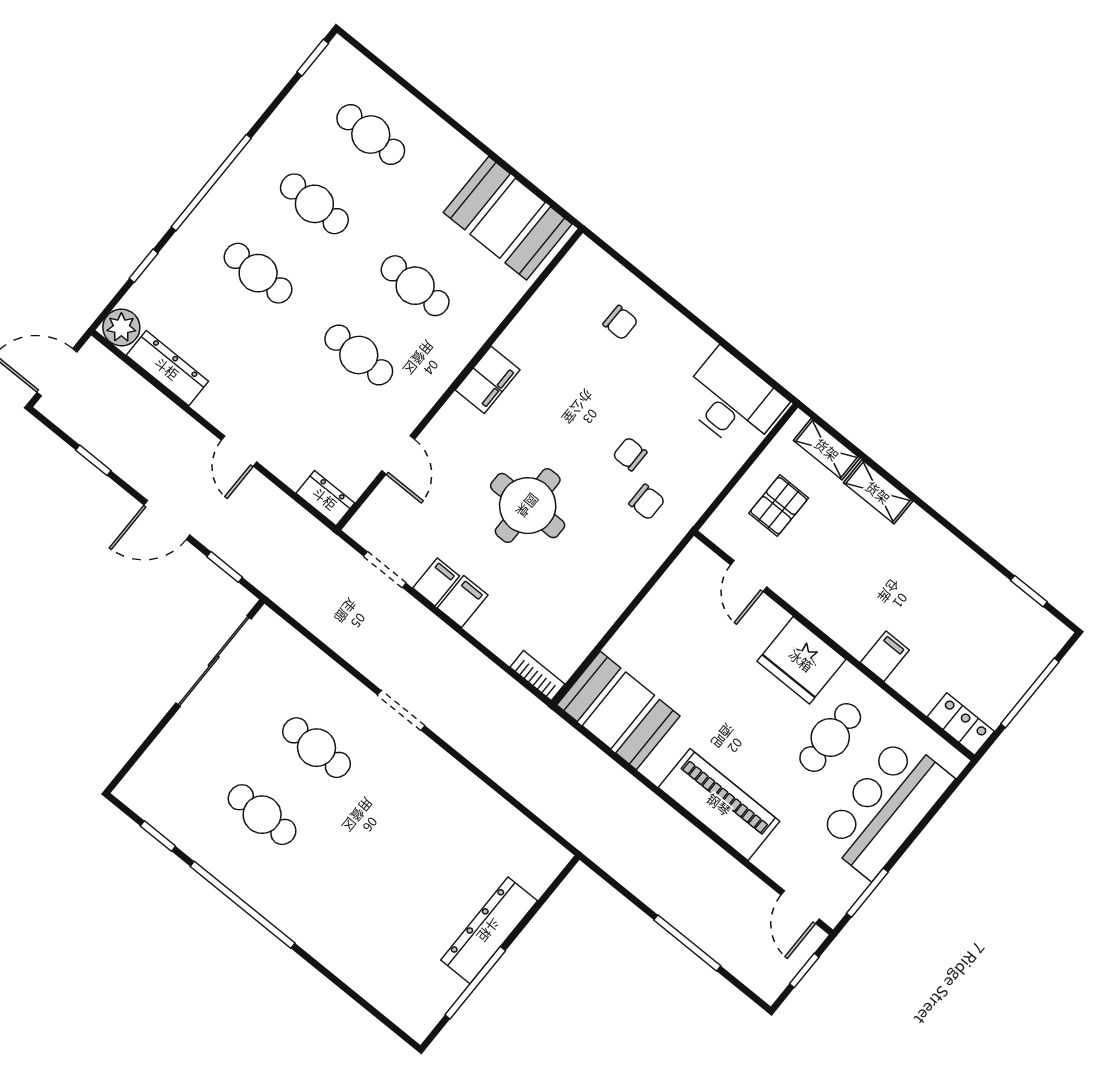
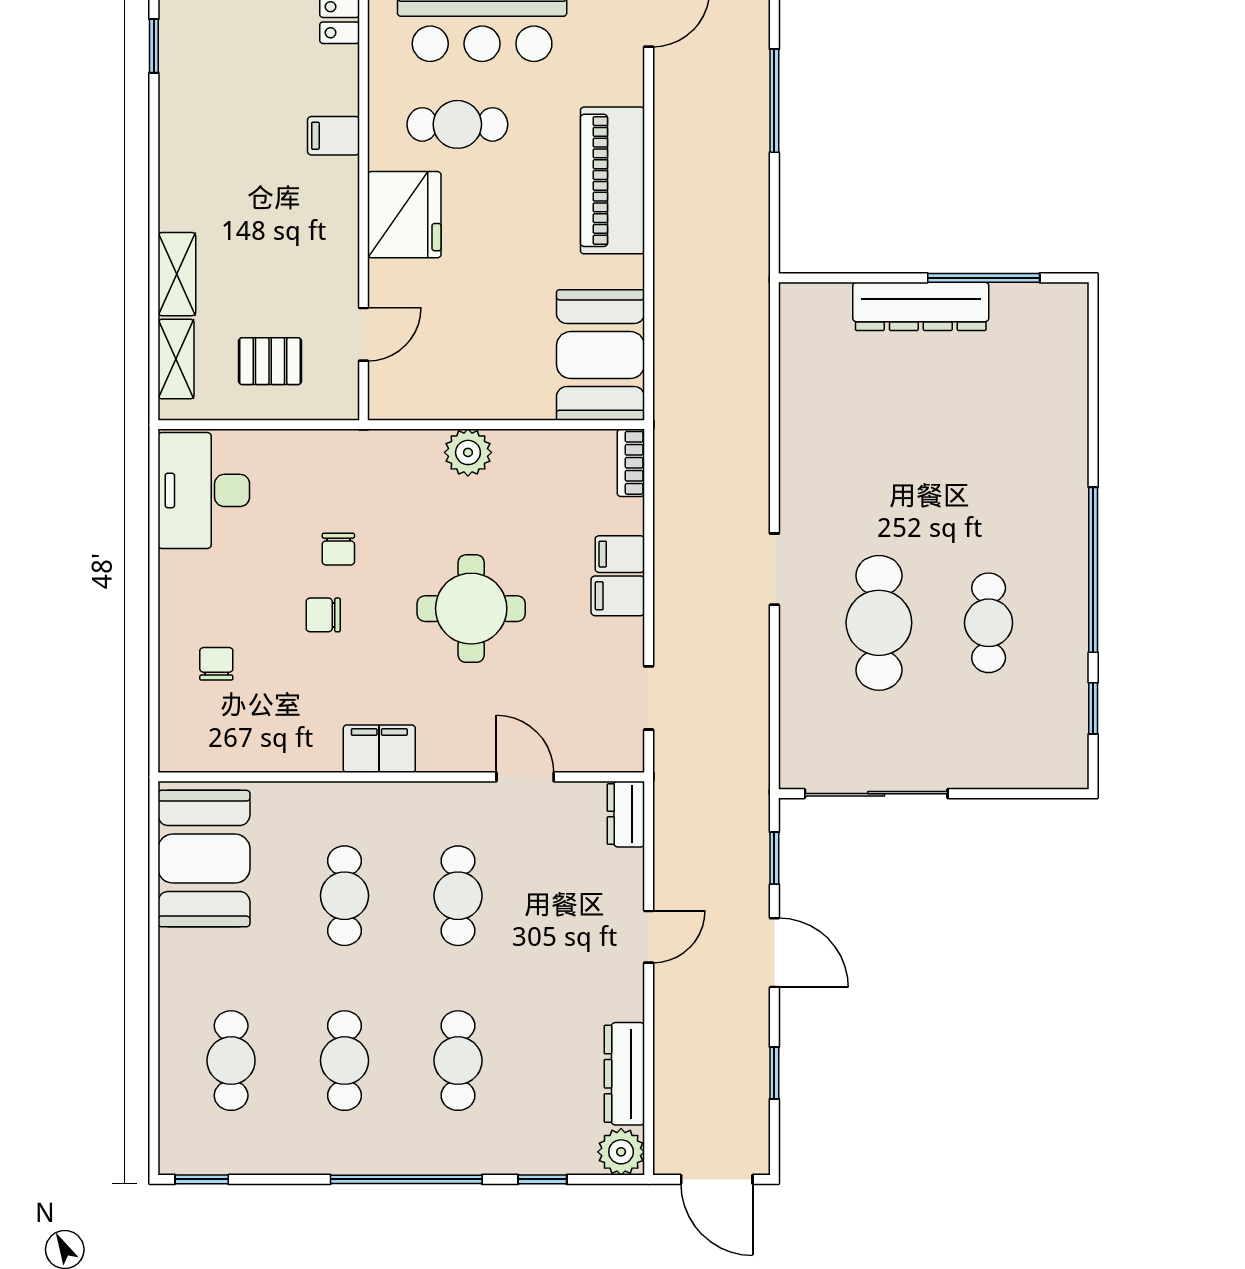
door: (398, 455) -> (525, 777), hinge flipped
chair: (647, 502) -> (323, 615), moved, turned -90
plant: (625, 581) -> (468, 452), added
filing cabinet: (436, 582) -> (620, 554), moved
cafe table: (317, 748) -> (879, 623), width x1.37, depth x1.35

